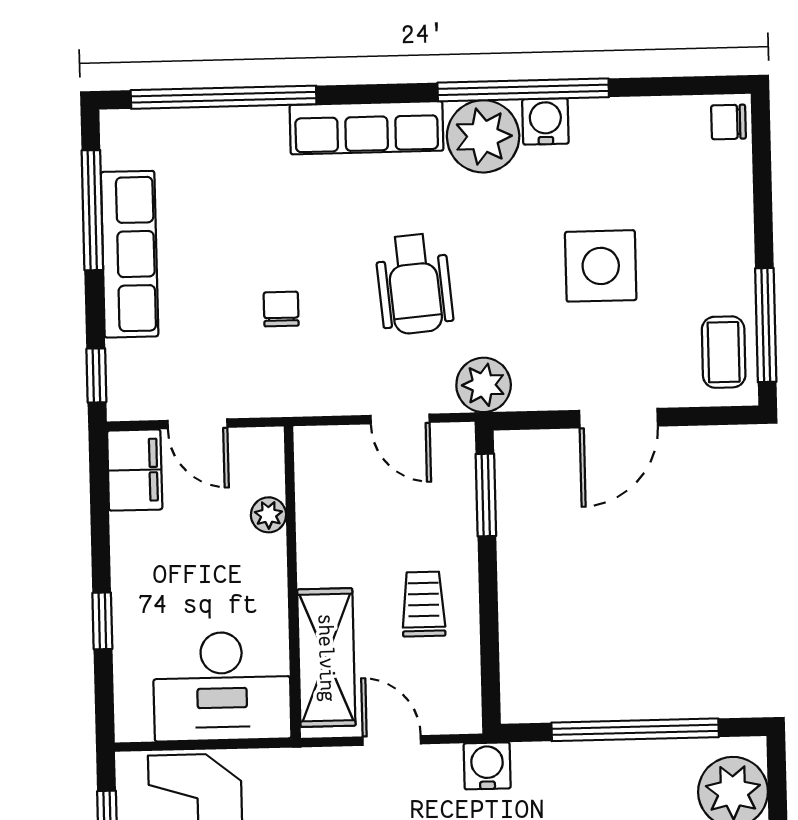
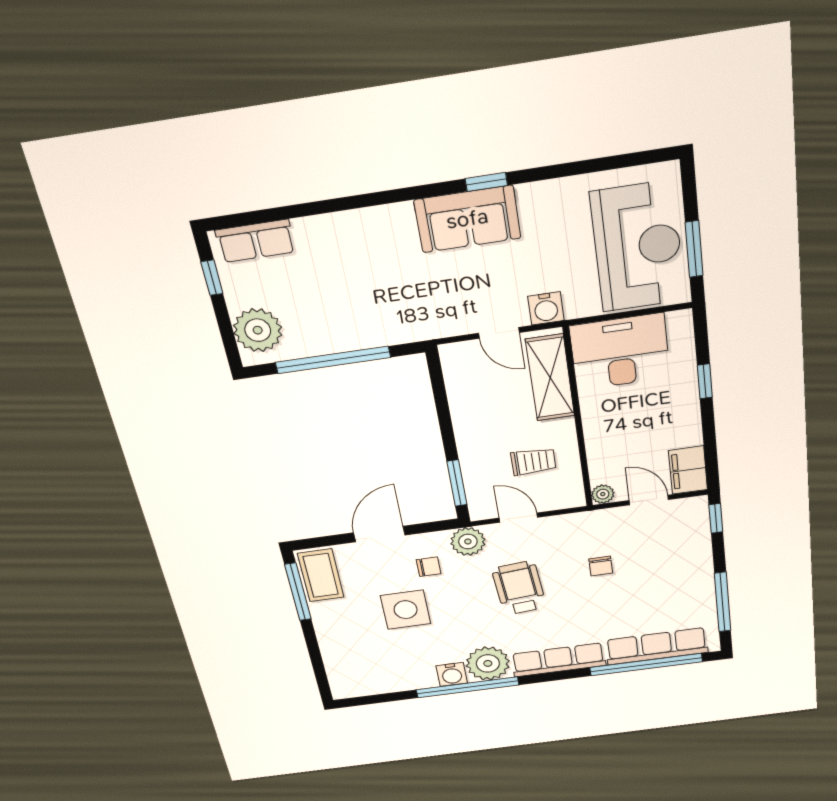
chair: (728, 122) -> (429, 567), moved
row of seats: (130, 254) -> (657, 646), moved, turned 90
coffee table: (724, 352) -> (321, 575), width x1.36, depth x1.30
plant: (268, 515) -> (603, 494), moved
trolley: (424, 604) -> (533, 462), moved, turned -90
water cooler: (487, 766) -> (546, 308), moved

